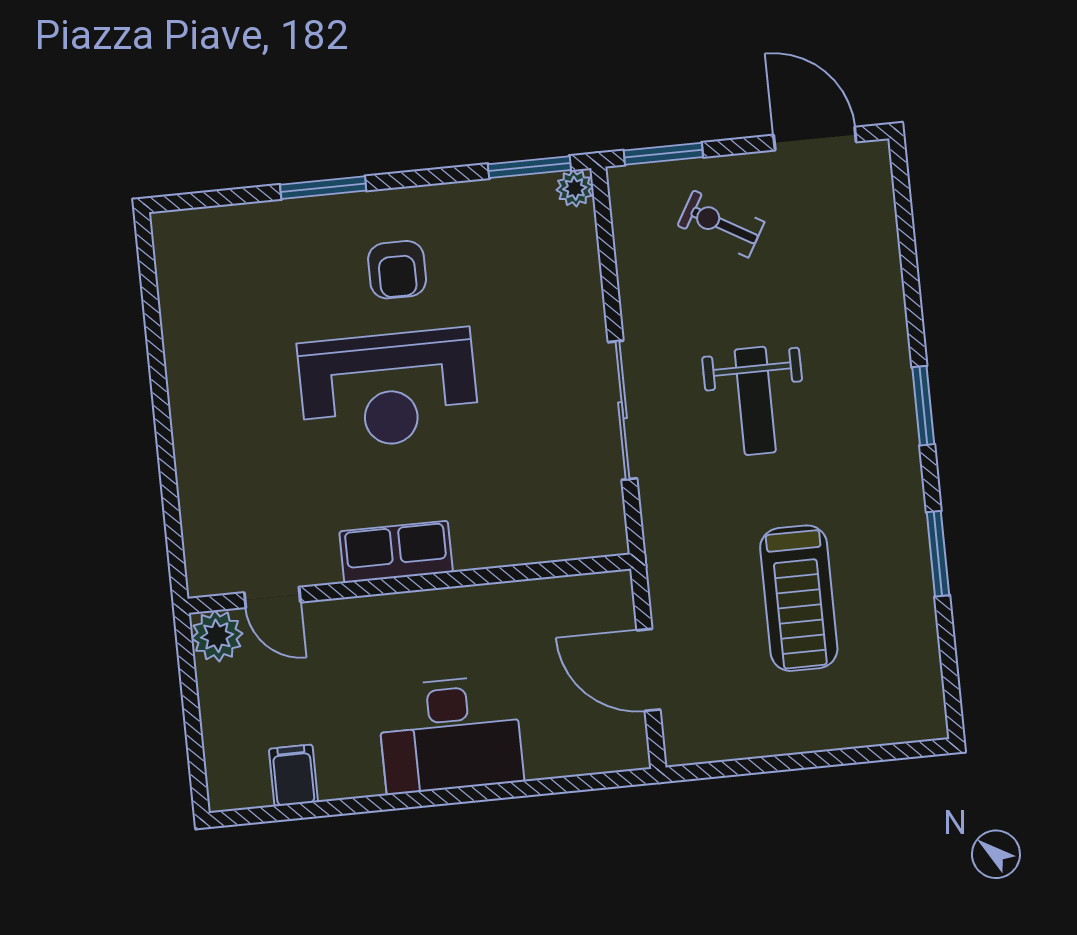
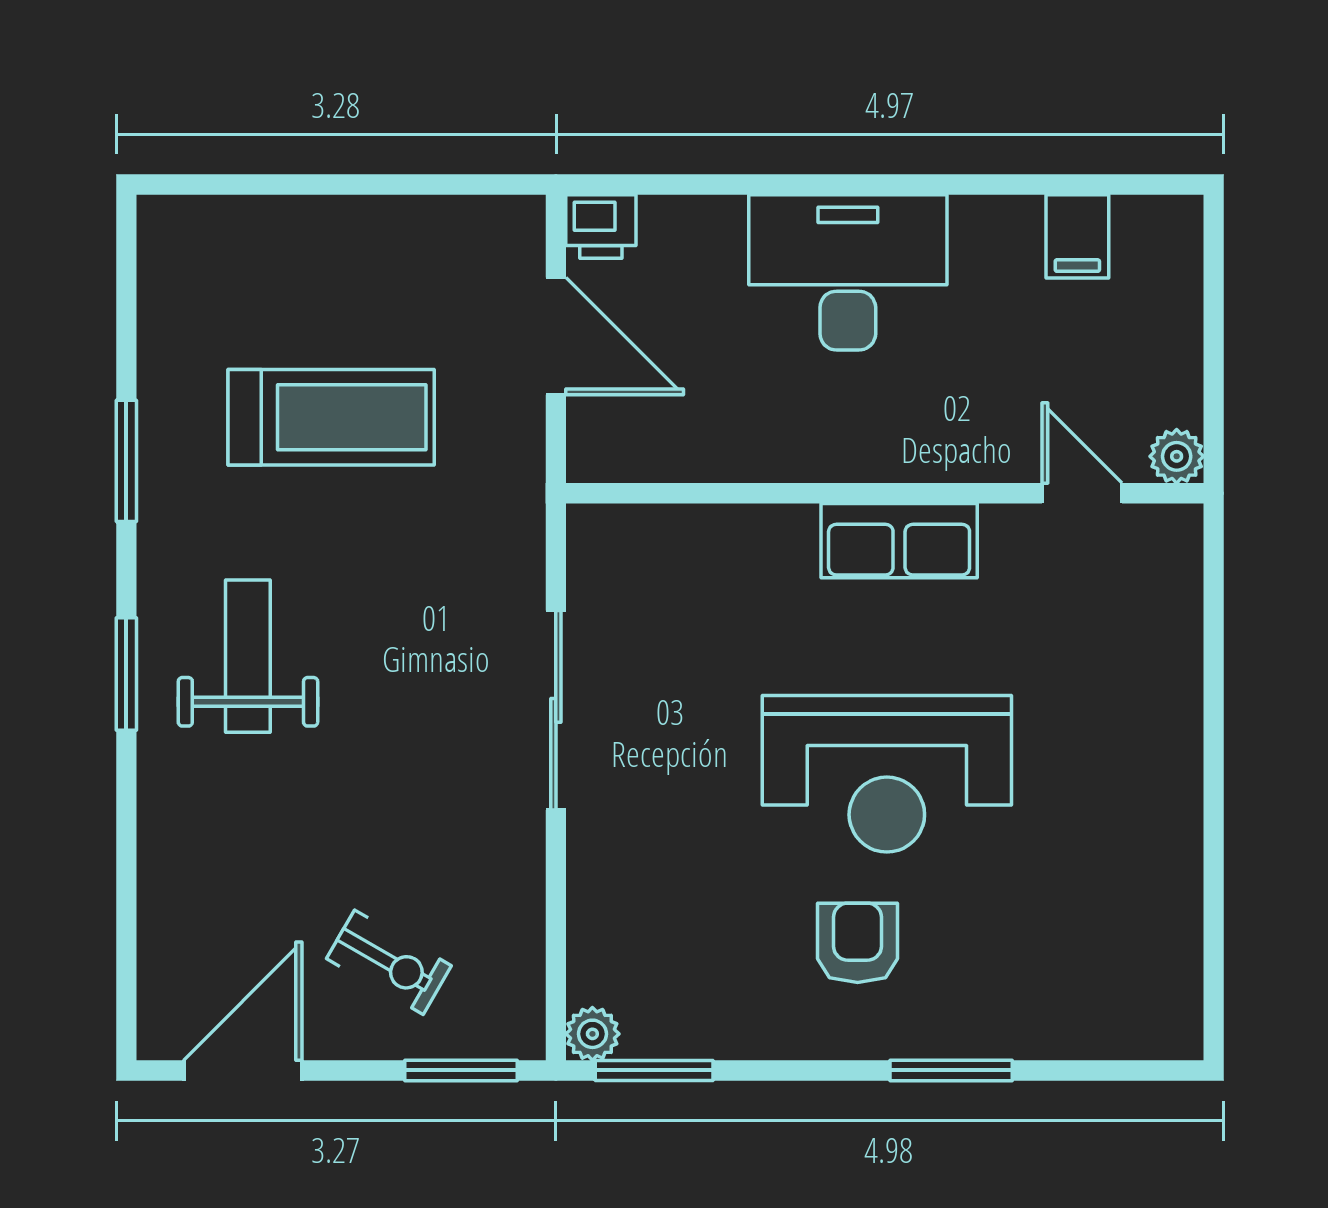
door: (815, 139) -> (243, 1070), swing flipped
reception desk: (388, 389) -> (887, 774), turned 180
weight bench: (755, 401) -> (248, 656), moved
treadmill: (799, 598) -> (331, 417), turned 90
plant: (217, 636) -> (1177, 456), width x0.73, depth x0.73
printer: (625, 749) -> (601, 226), added

